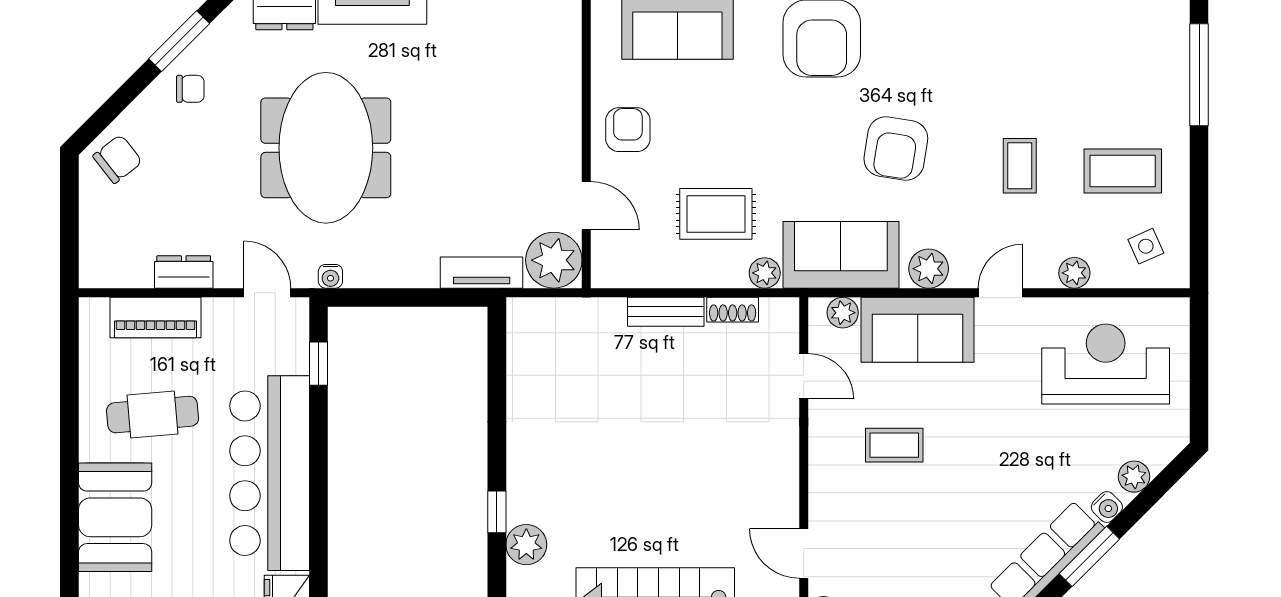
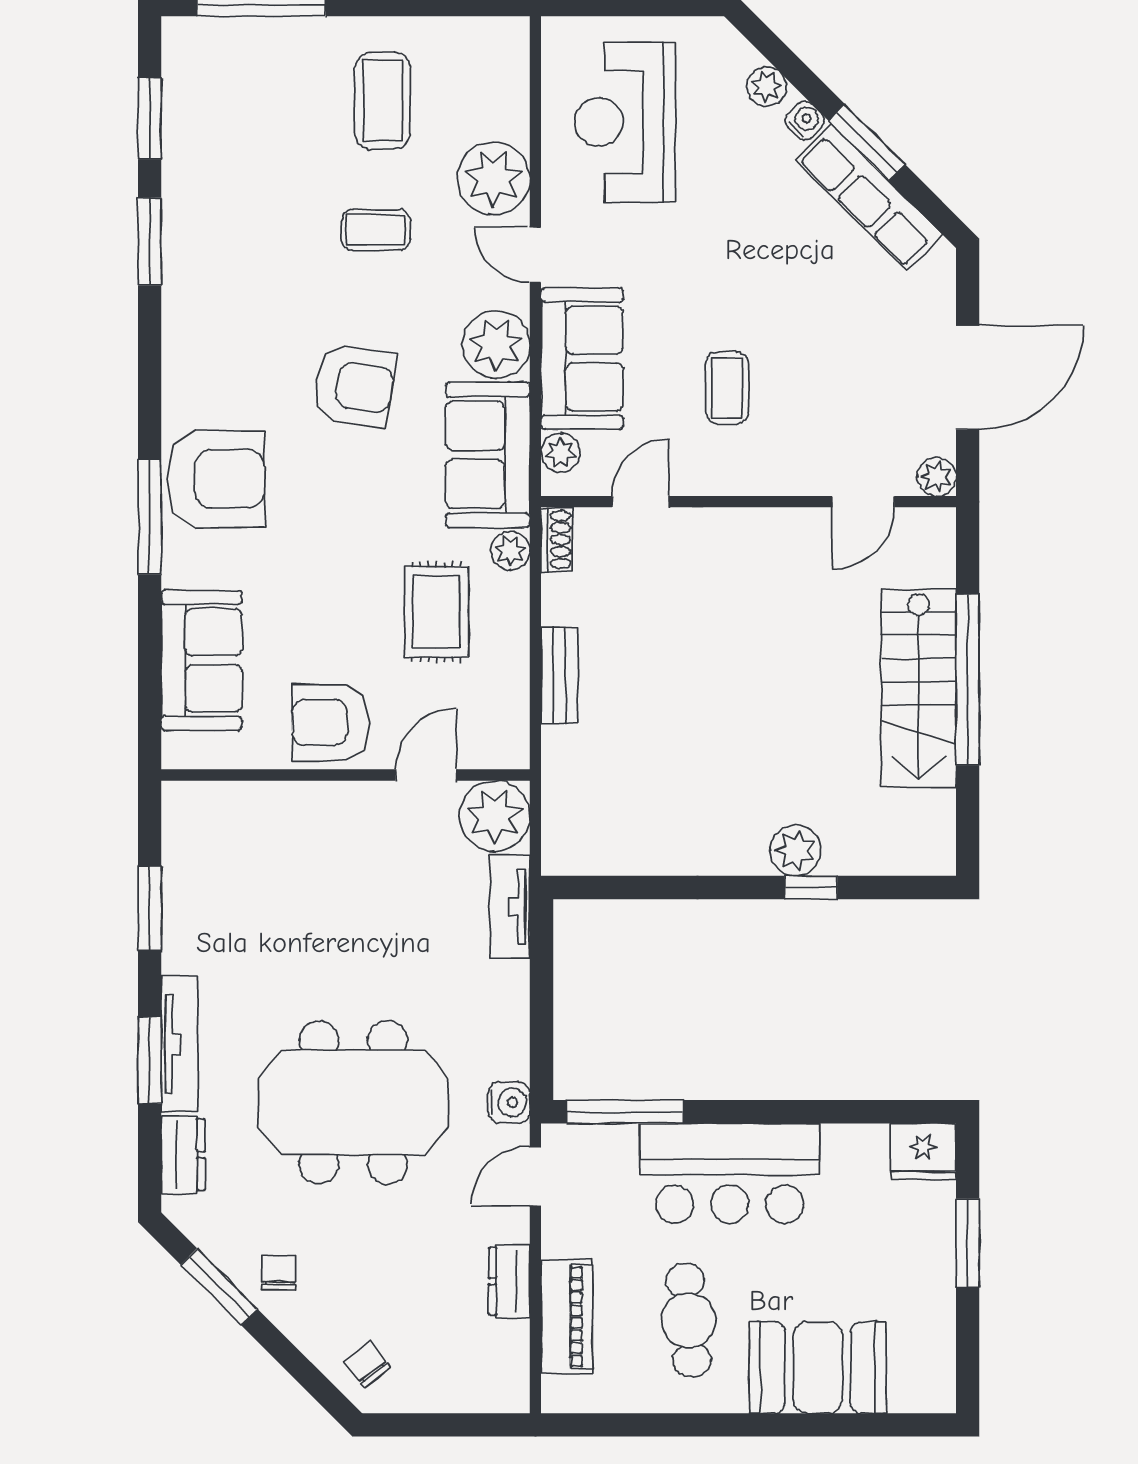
armchair: (628, 130) -> (330, 723), width x1.38, depth x1.38
chair: (117, 159) -> (367, 1364), width x0.73, depth x0.73
side table: (1146, 246) -> (477, 72), removed
plant: (929, 269) -> (496, 345), width x1.36, depth x1.36
plant: (1074, 273) -> (493, 178), width x1.88, depth x1.88
water cooler: (330, 276) -> (509, 1102), width x1.38, depth x1.38
shoe rack: (733, 310) -> (557, 540), moved
window: (318, 364) -> (625, 1112), width x2.17
bar counter: (270, 473) -> (730, 1173), width x0.73
plant: (526, 545) -> (796, 850), moved

